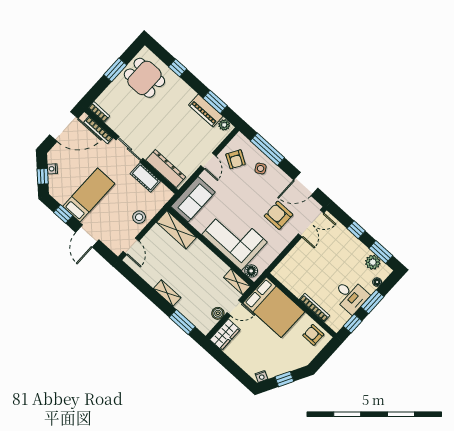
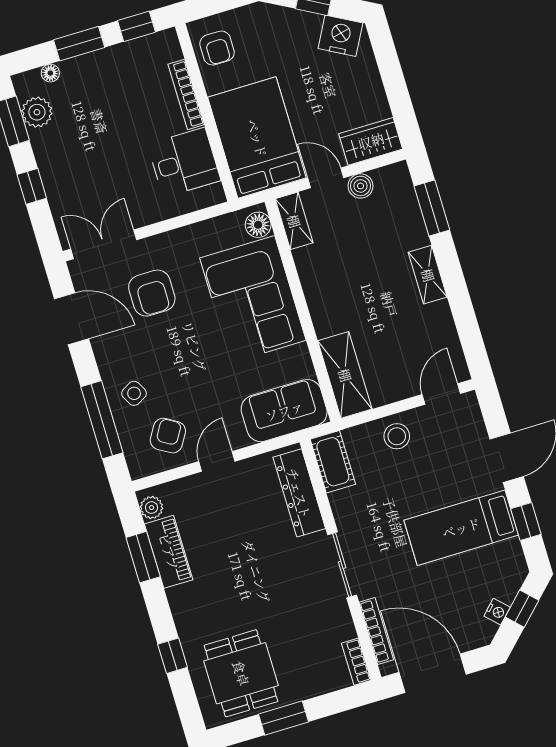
cot: (145, 177) -> (333, 462), moved
desk: (351, 296) -> (184, 162), moved, turned 90
nightstand: (261, 376) -> (340, 36), width x1.89, depth x1.79

